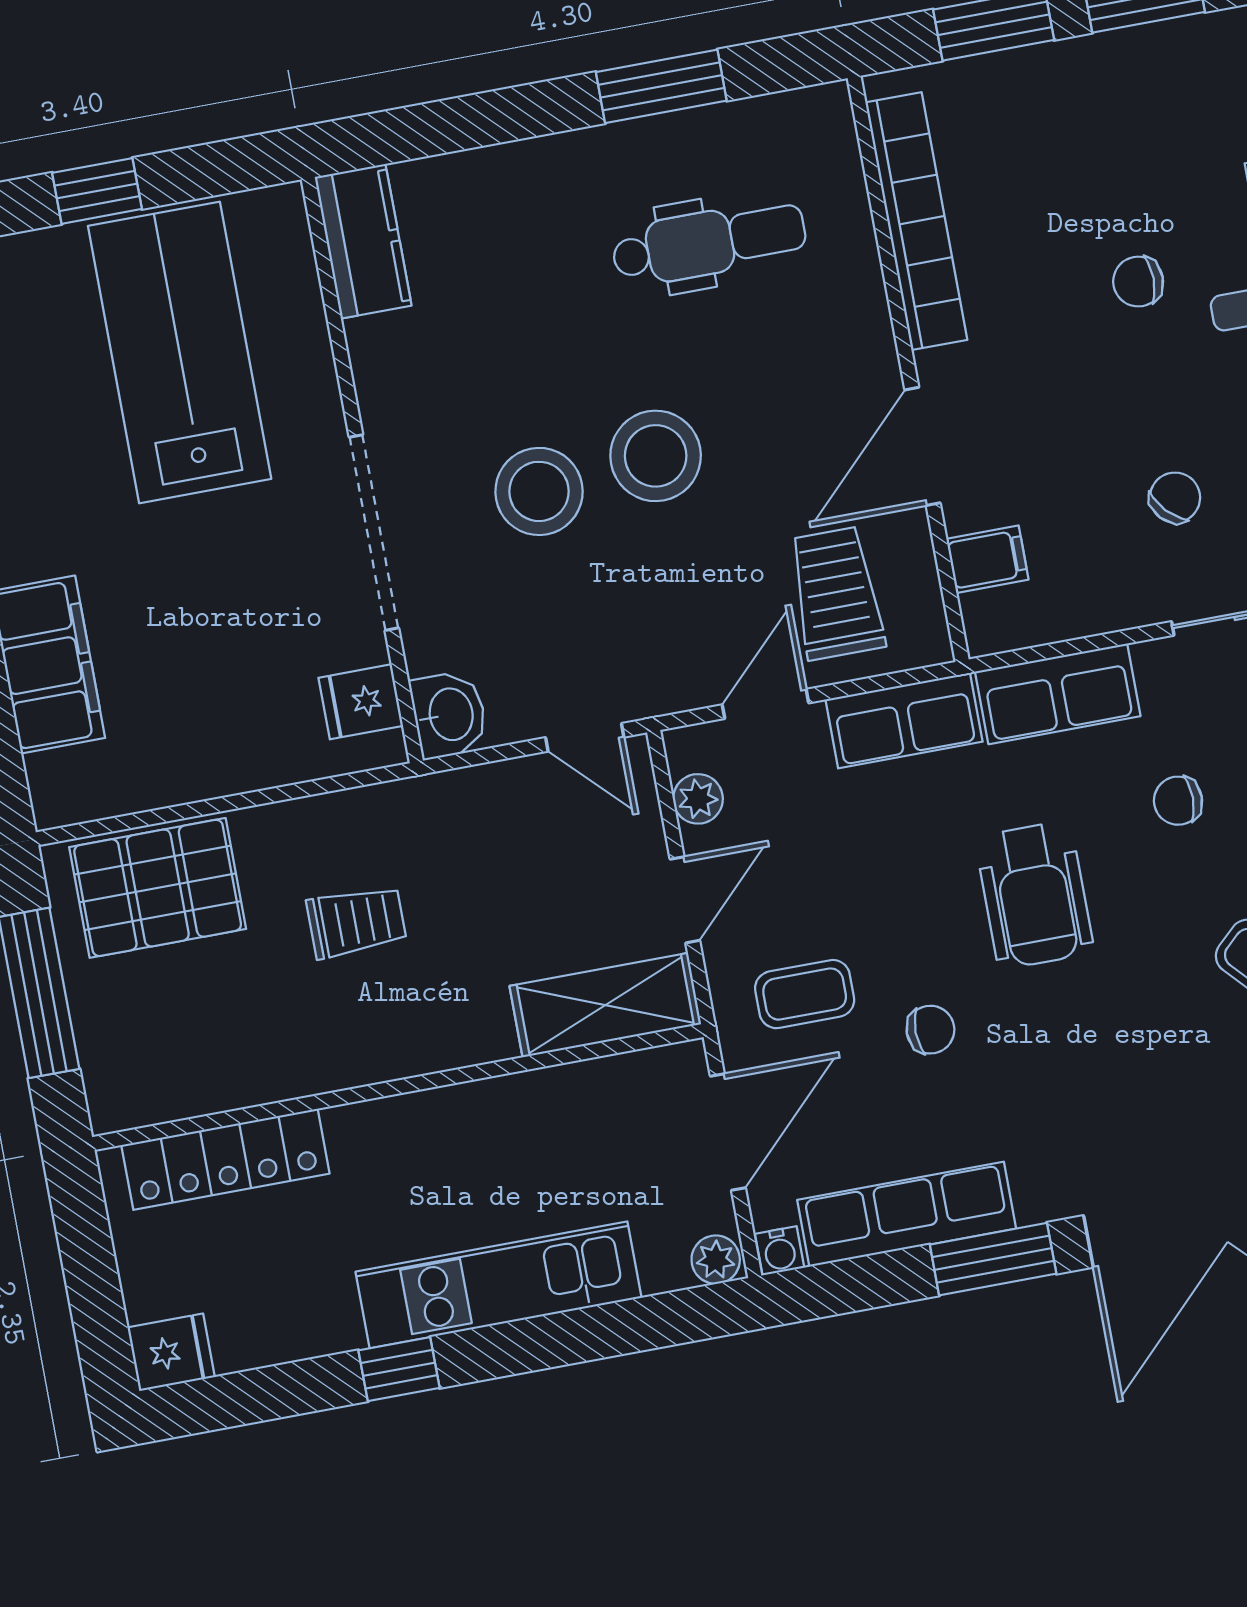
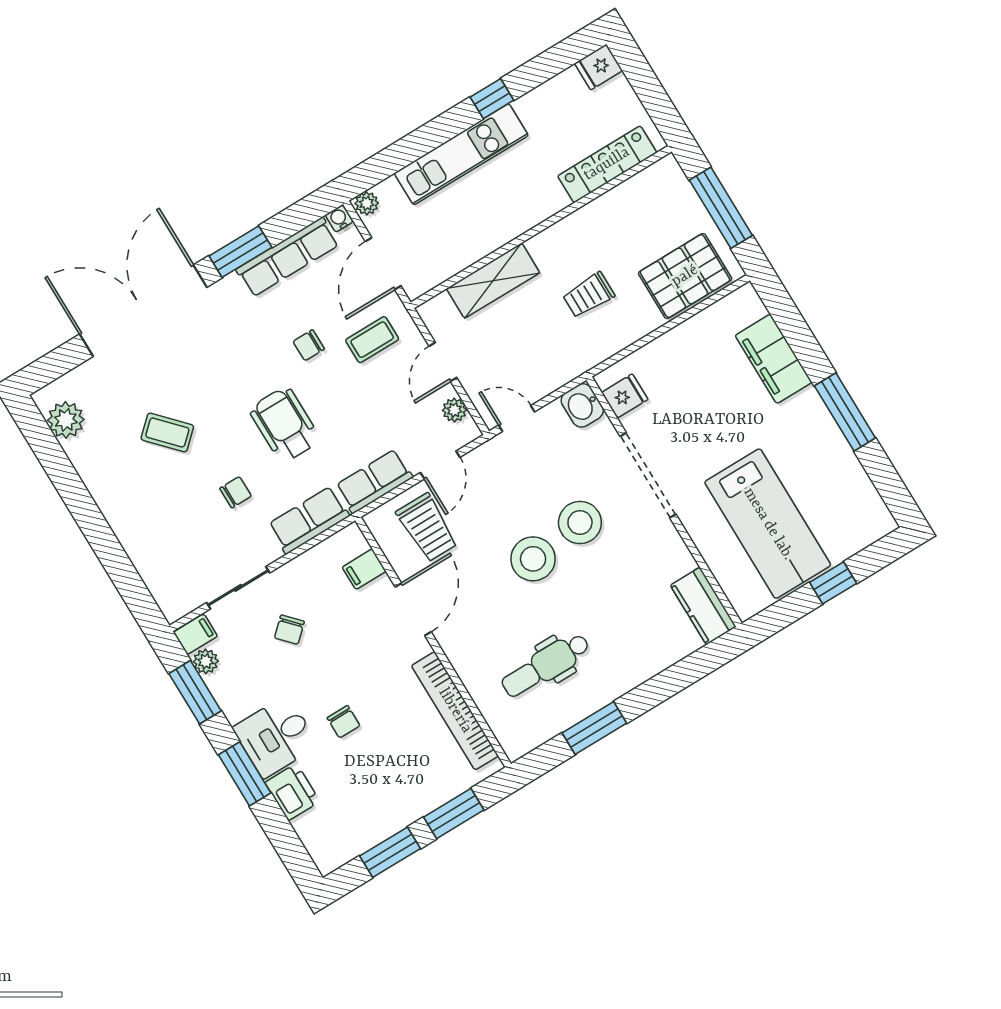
chair: (1138, 282) -> (343, 722), turned 90
shelving: (605, 1005) -> (493, 281), moved

